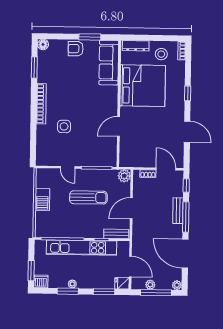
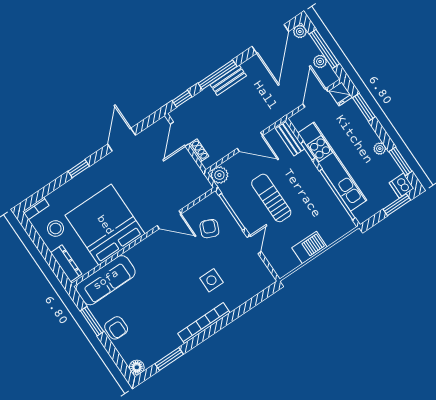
armchair: (96, 147) -> (209, 229), added
bench: (178, 211) -> (228, 80), moved
door: (185, 254) -> (270, 39), moved
window: (68, 291) -> (400, 161), moved

